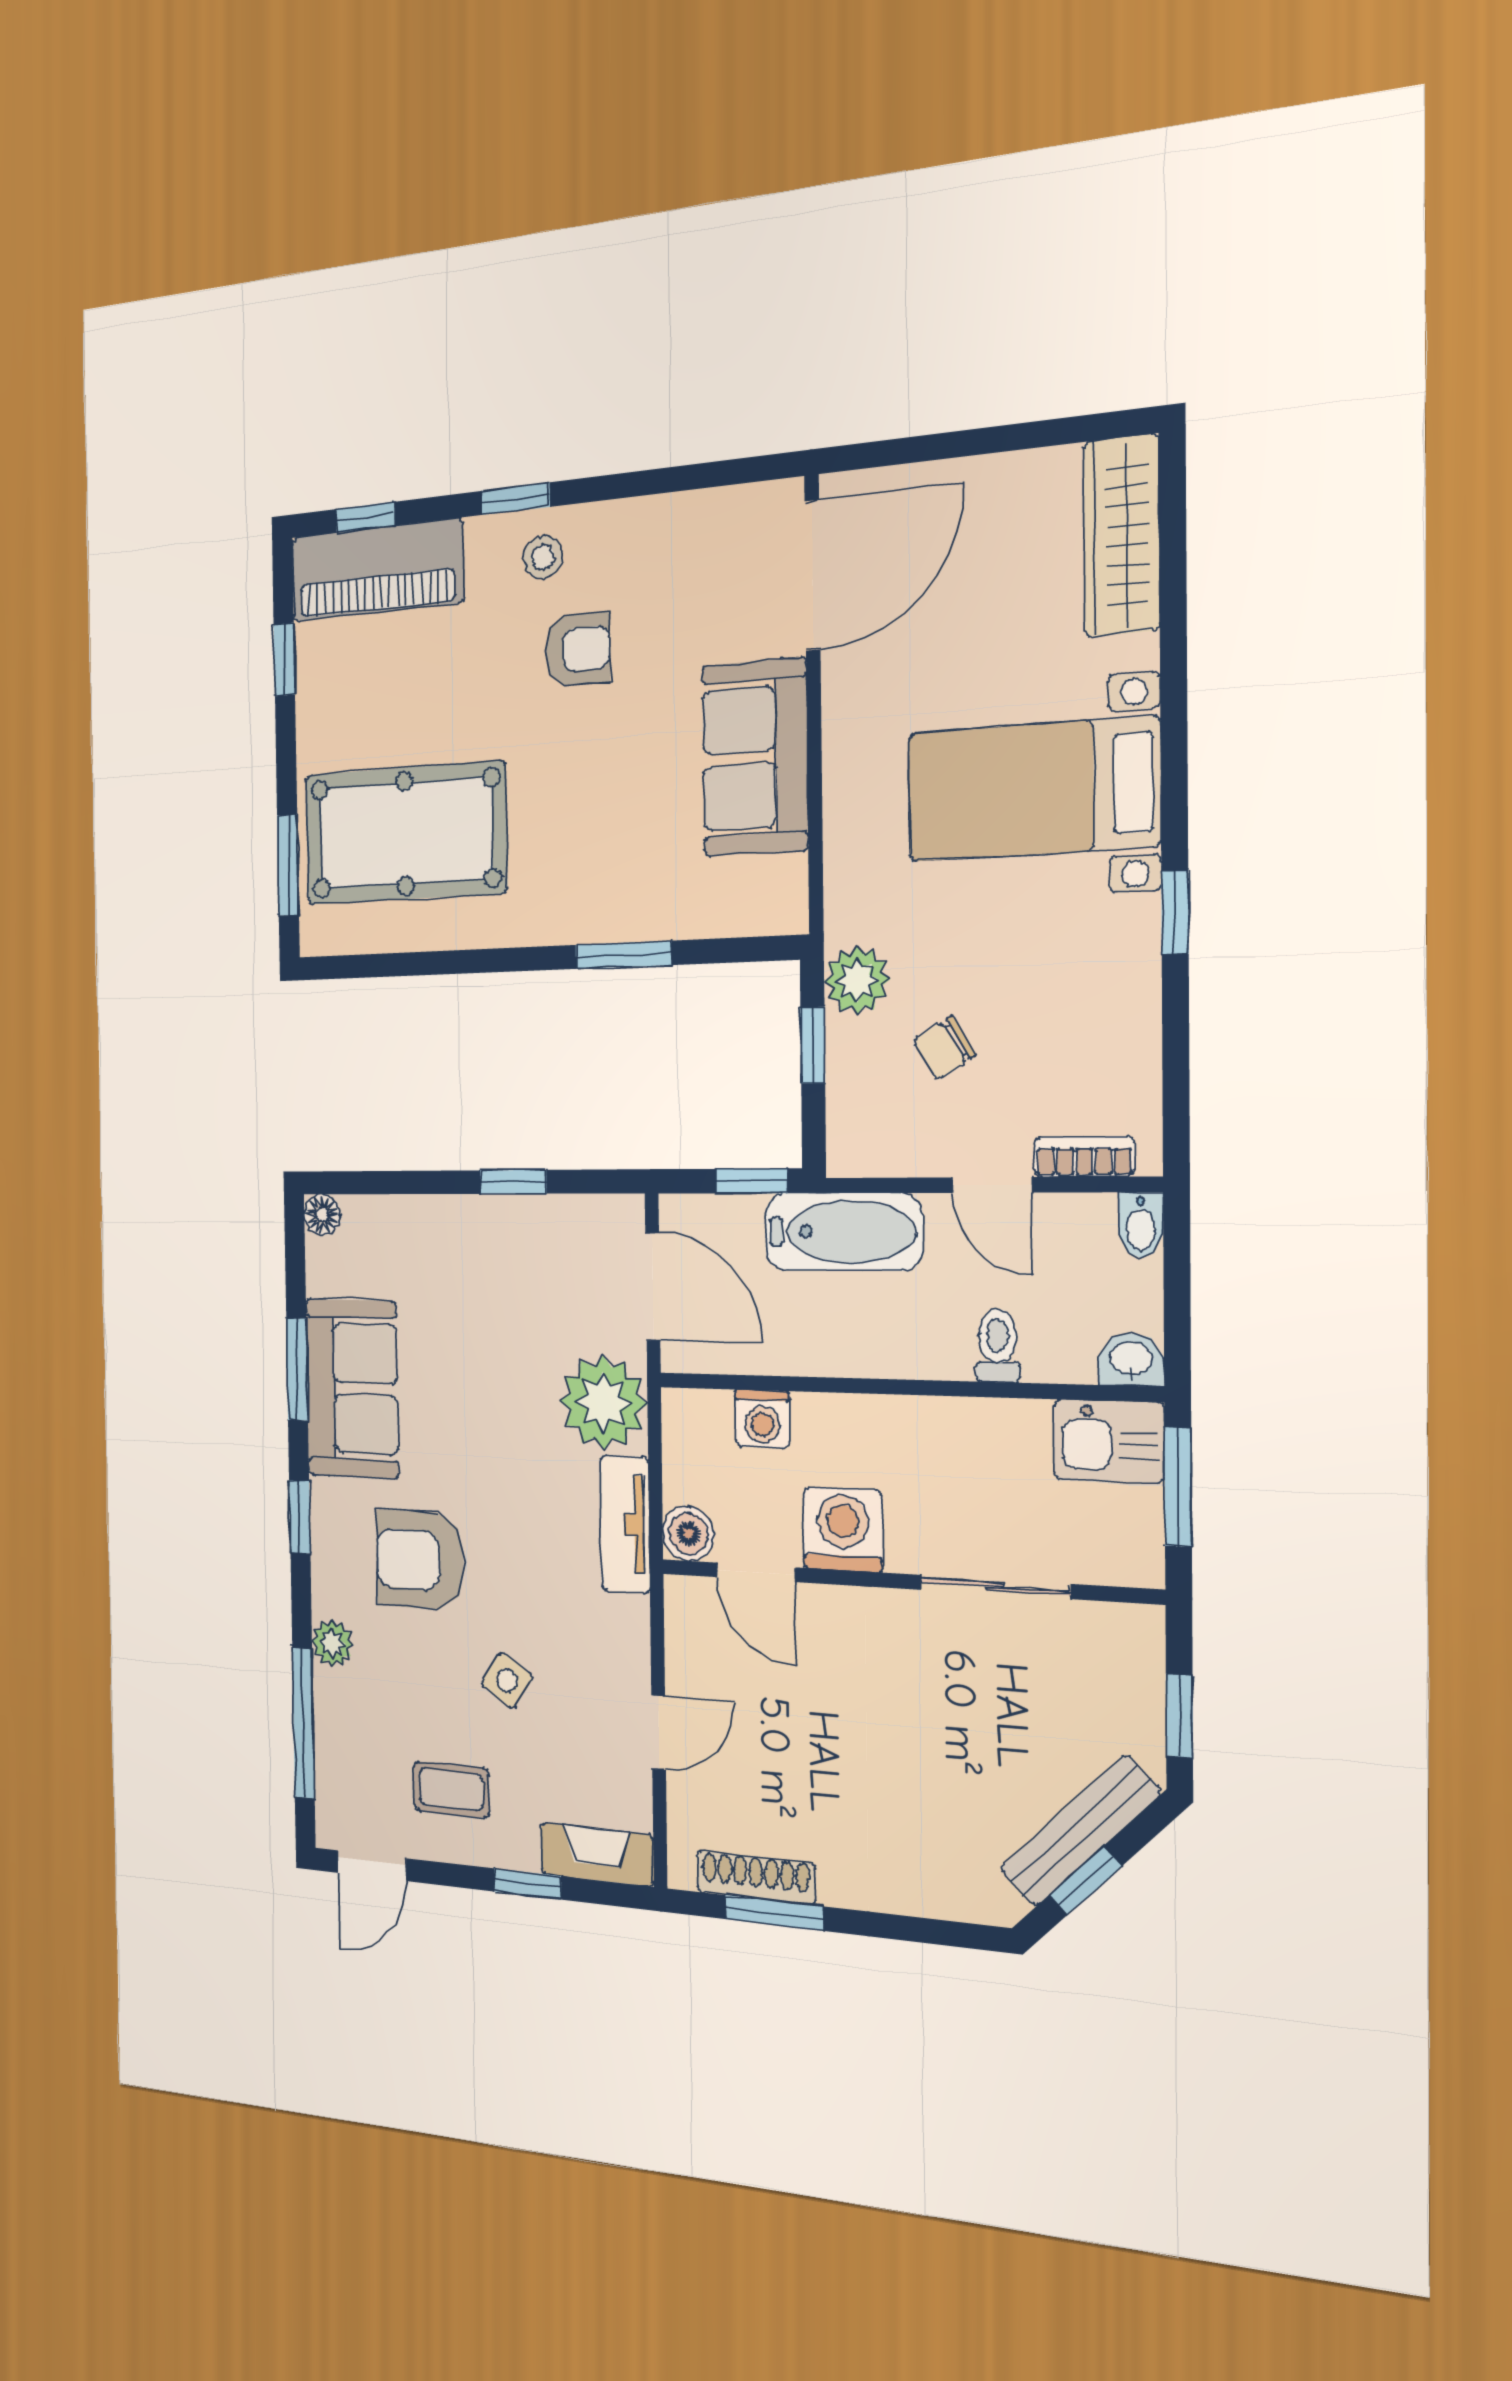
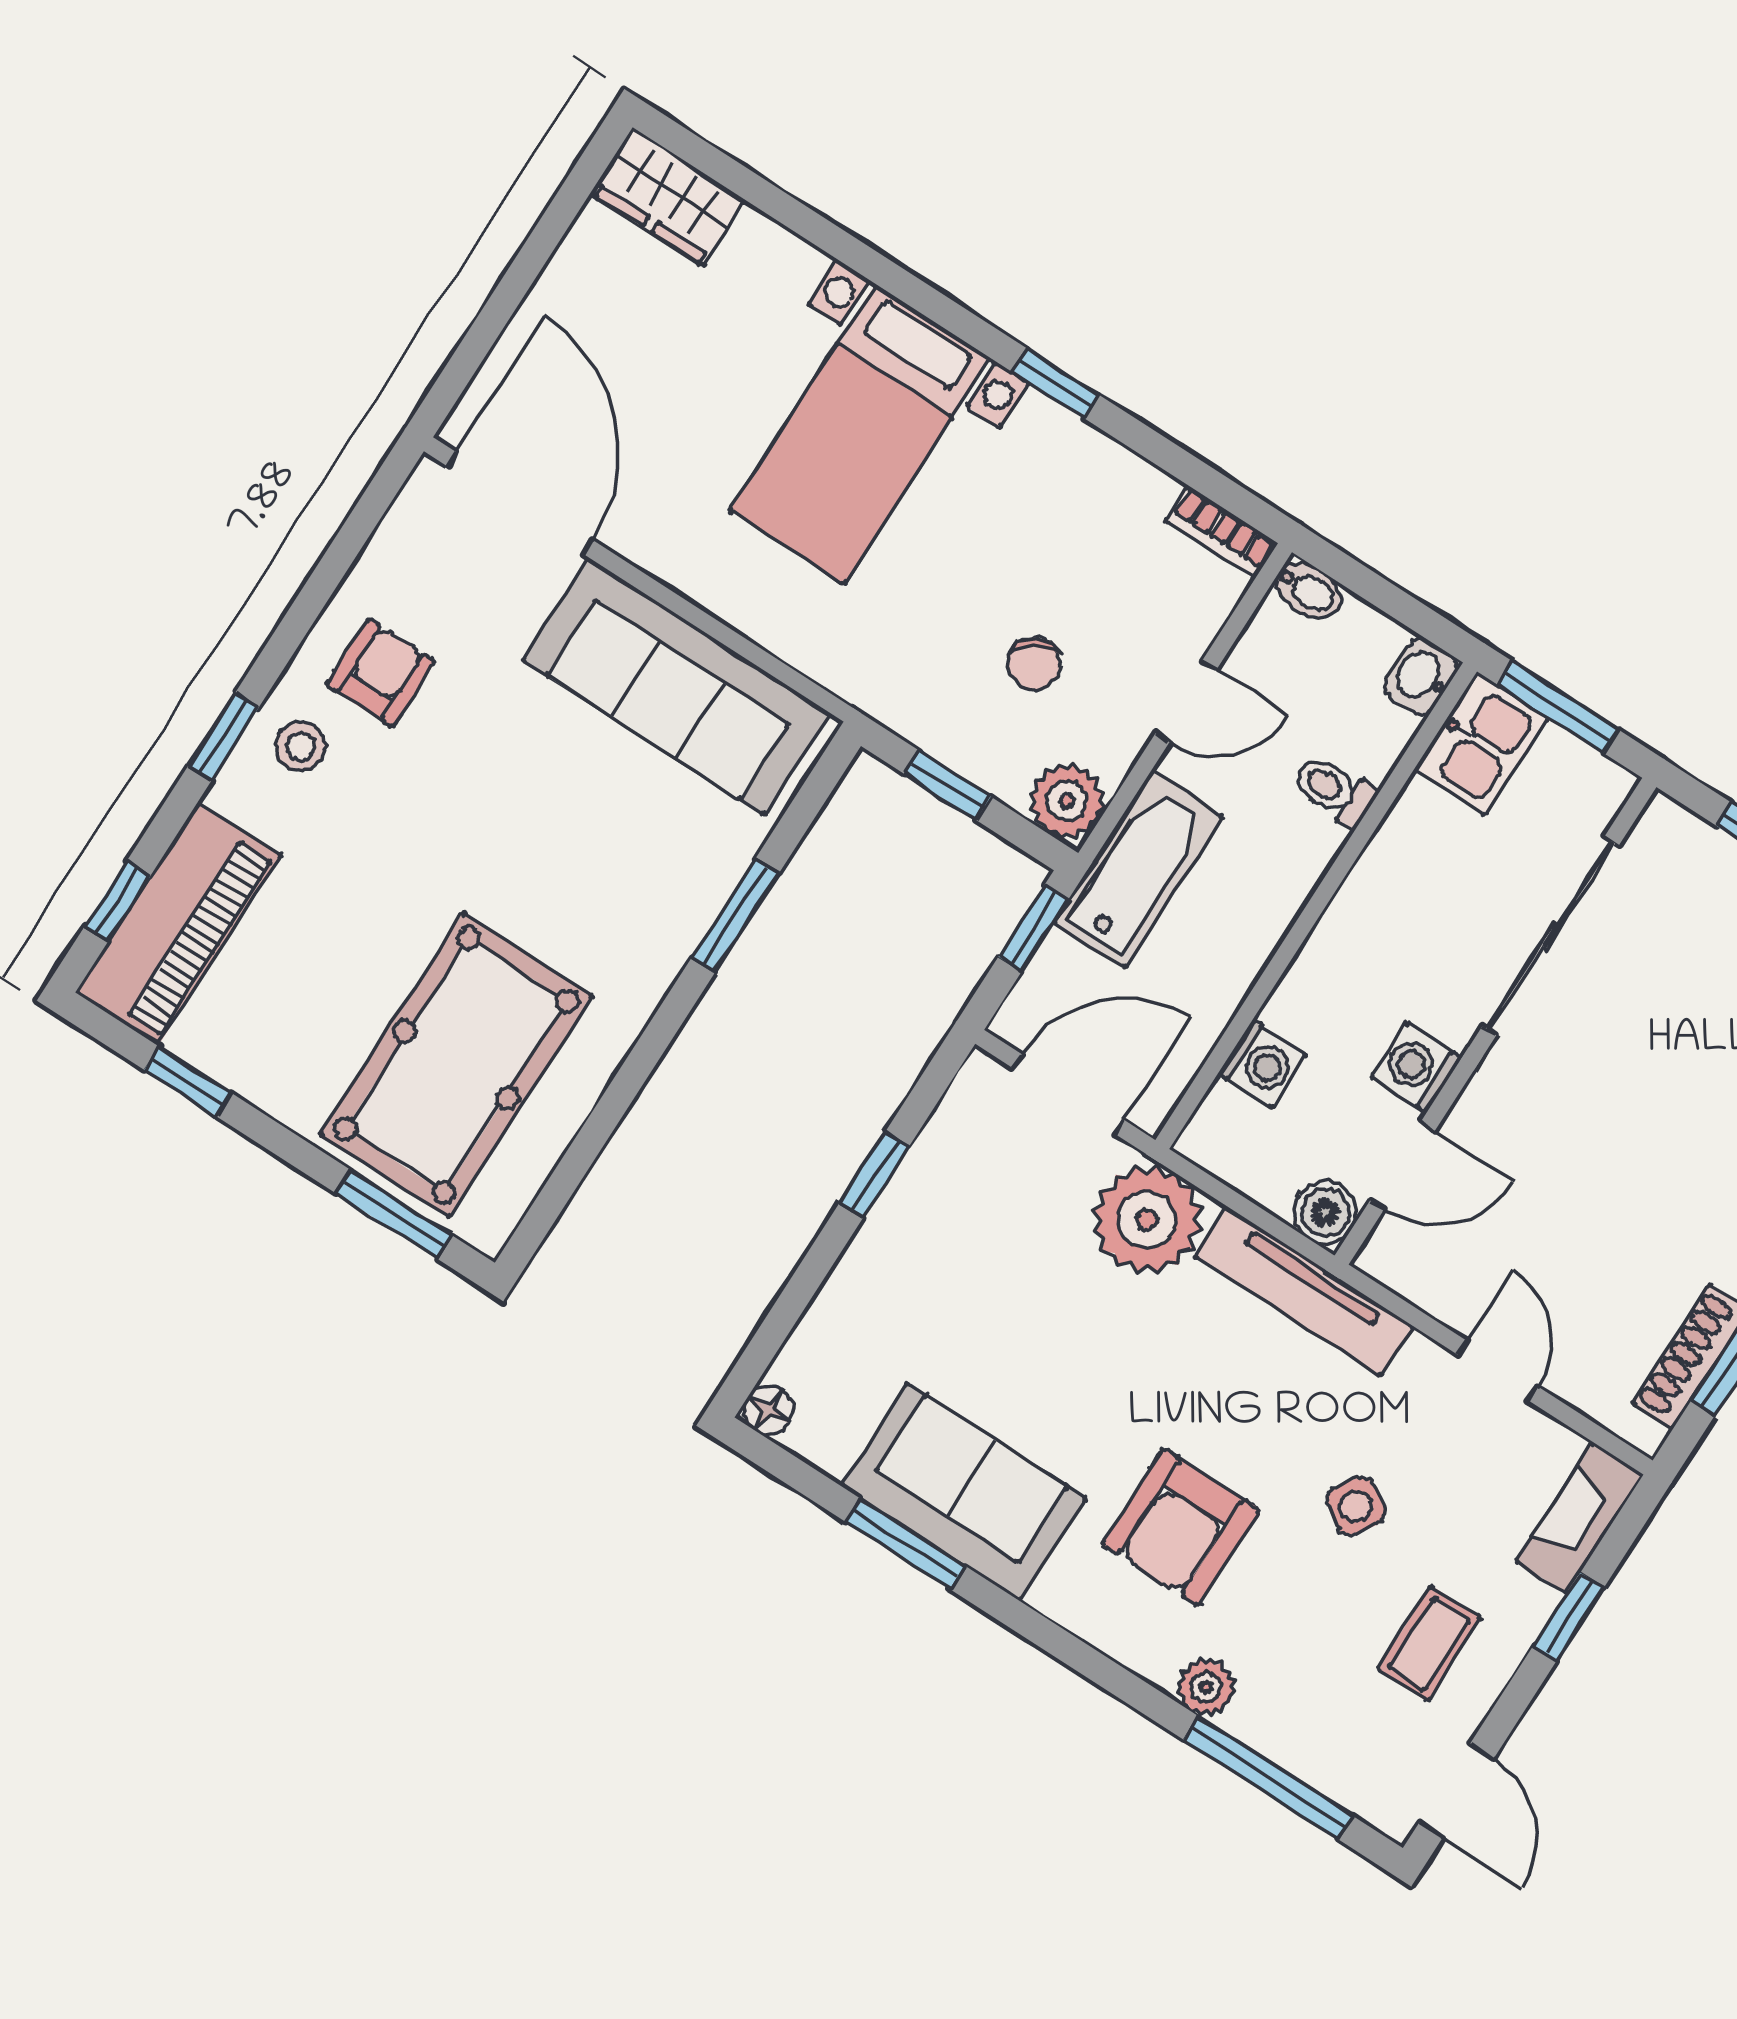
wardrobe: (1121, 536) -> (668, 197), width x0.67
armchair: (577, 649) -> (381, 673), moved
sofa: (755, 757) -> (676, 686), width x1.36
plant: (857, 980) -> (1067, 801), moved
bookcase: (1084, 1157) -> (1222, 532), moved, turned -90
window: (300, 1517) -> (1056, 1641), removed
tv unit: (625, 1524) -> (1304, 1291), width x1.41
washing machine: (843, 1529) -> (1416, 1068), width x0.73, depth x0.73
sliding door: (995, 1587) -> (1550, 936), width x1.37

